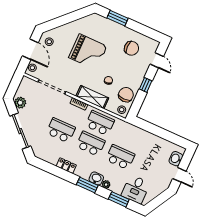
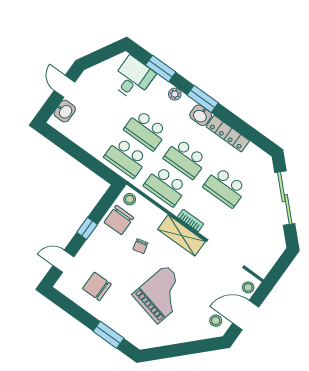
door: (30, 49) -> (246, 315), hinge flipped
grand piano: (88, 52) -> (162, 294), turned 103
door: (157, 60) -> (63, 261), hinge flipped
shelving: (92, 97) -> (182, 235), moved
plant: (20, 103) -> (276, 240), removed
school desk: (130, 136) -> (126, 158), added
locker: (66, 166) -> (228, 134), width x1.53
washbasin: (96, 178) -> (201, 115), moved

